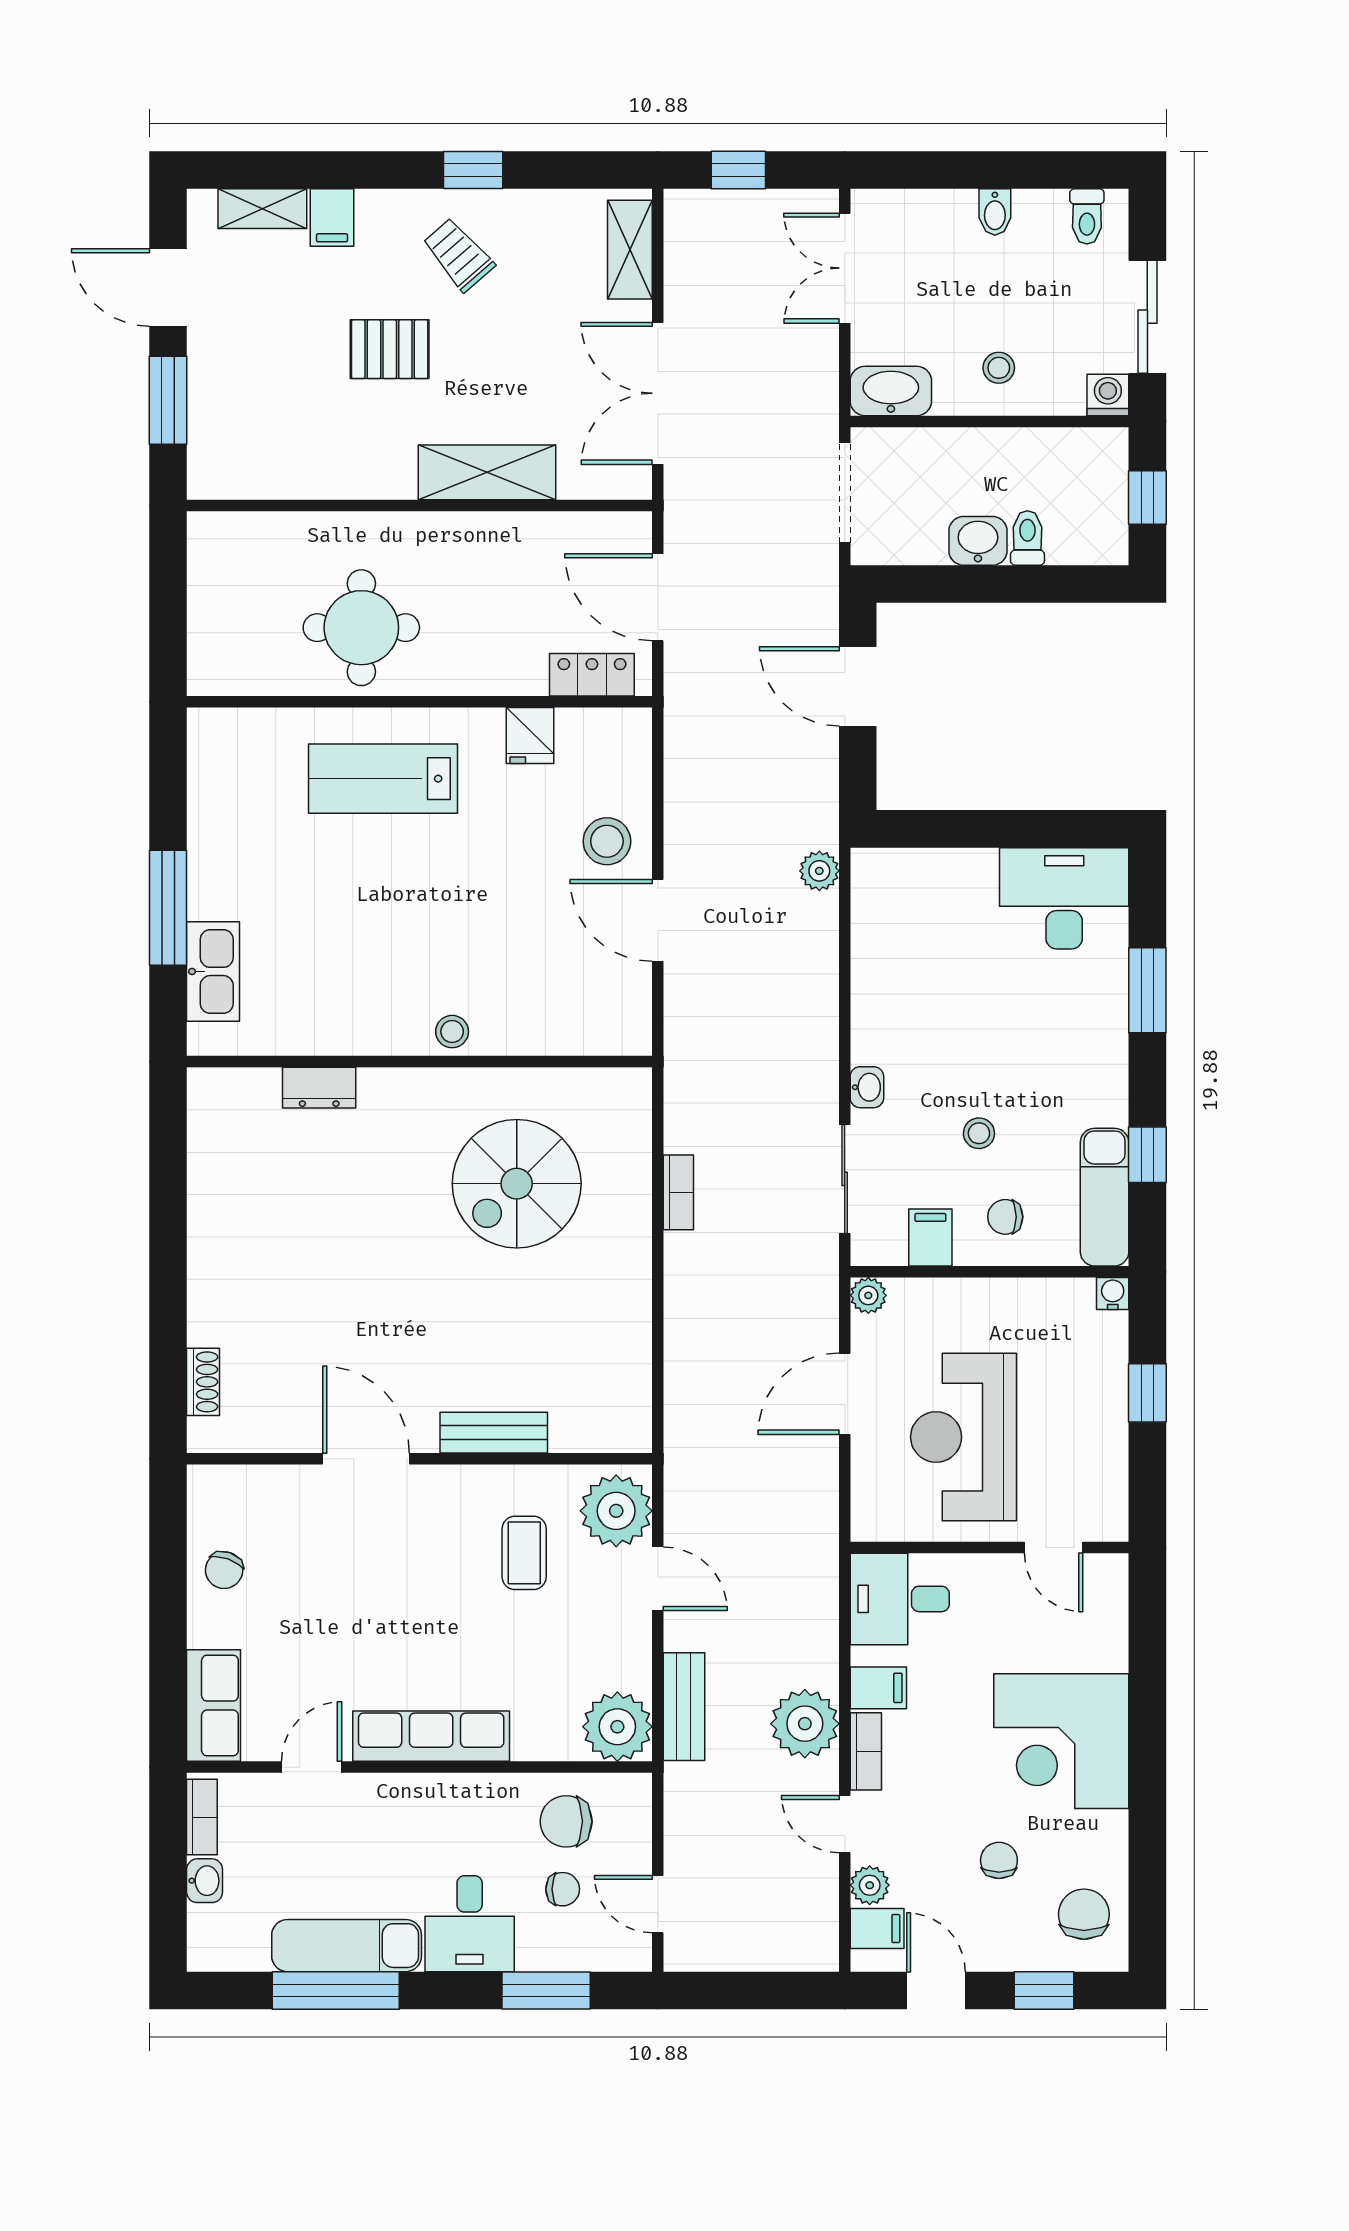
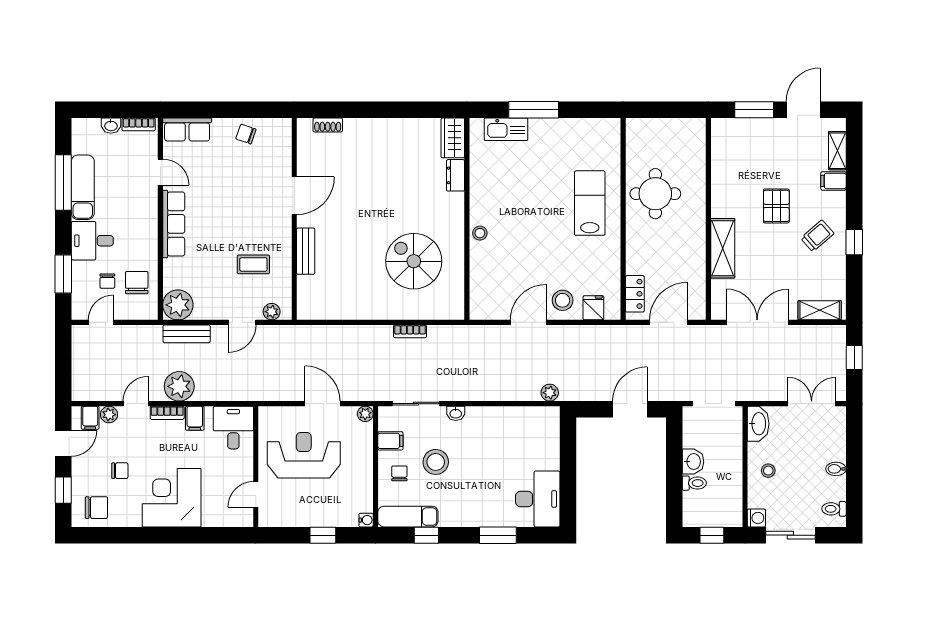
fridge: (530, 736) -> (593, 308), moved, turned 90
wardrobe: (233, 1094) -> (453, 138), added
stool: (979, 1133) -> (436, 462), width x1.89, depth x1.89
plant: (616, 1511) -> (272, 312), width x0.53, depth x0.53

